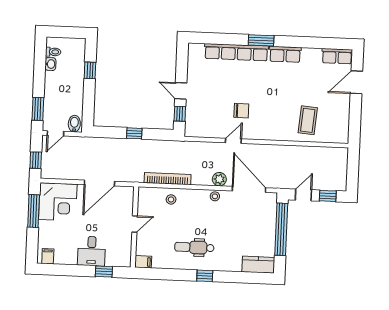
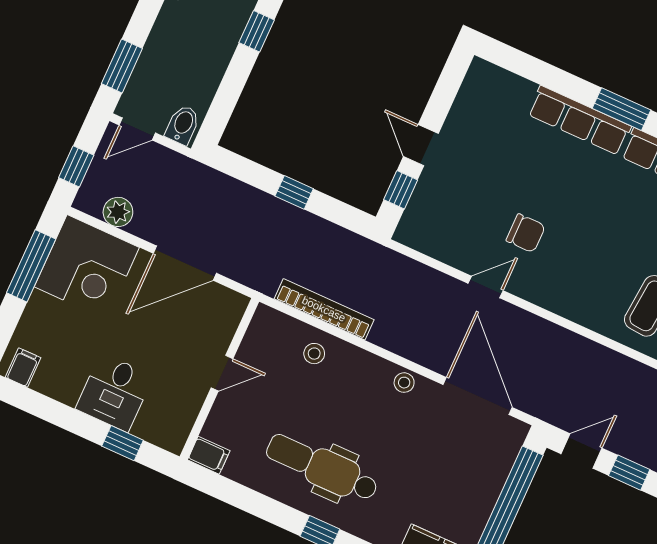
row of seats: (236, 52) -> (579, 120), width x0.73
plant: (219, 179) -> (118, 212), moved
dental chair: (194, 247) -> (322, 468), width x1.36, depth x1.38

